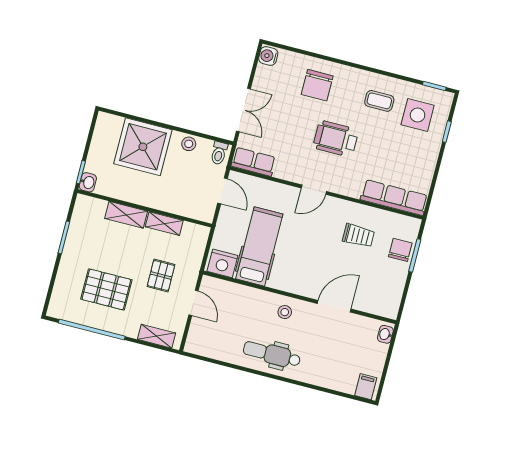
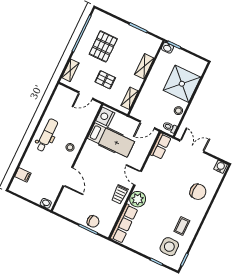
chair: (317, 85) -> (198, 192), turned 180
double door: (243, 110) -> (192, 146), swing flipped
wheelchair: (336, 139) -> (165, 196), removed
plant: (349, 183) -> (138, 199), added
shelving: (164, 224) -> (130, 98), moved
trolley: (358, 236) -> (120, 194), moved
filing cabinet: (366, 387) -> (23, 175), moved

